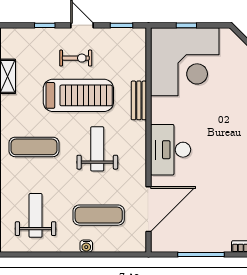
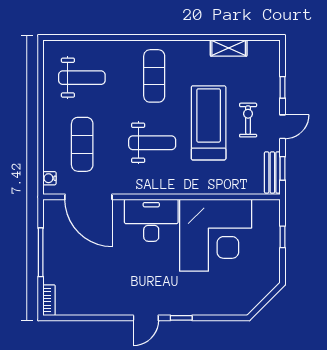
exercise bike: (76, 58) -> (248, 120), turned 180
corner desk: (185, 62) -> (216, 235), moved, turned -90
treadmill: (78, 95) -> (209, 123), turned 180
bench: (139, 100) -> (272, 172), moved, turned 90
water cooler: (86, 246) -> (50, 178), moved

